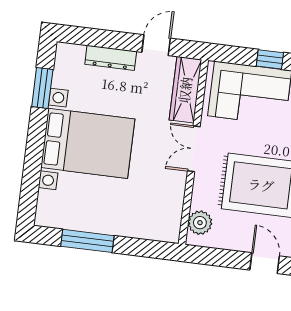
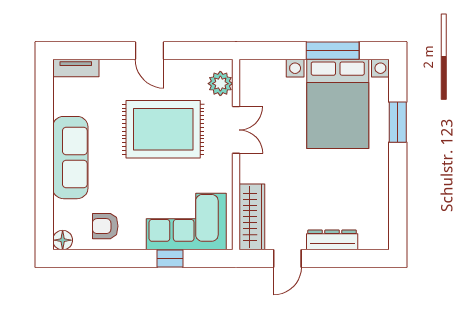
window: (42, 88) -> (398, 122), moved
bed with nightstands: (88, 143) -> (338, 104), moved, turned -90
double door: (194, 149) -> (236, 130), moved

